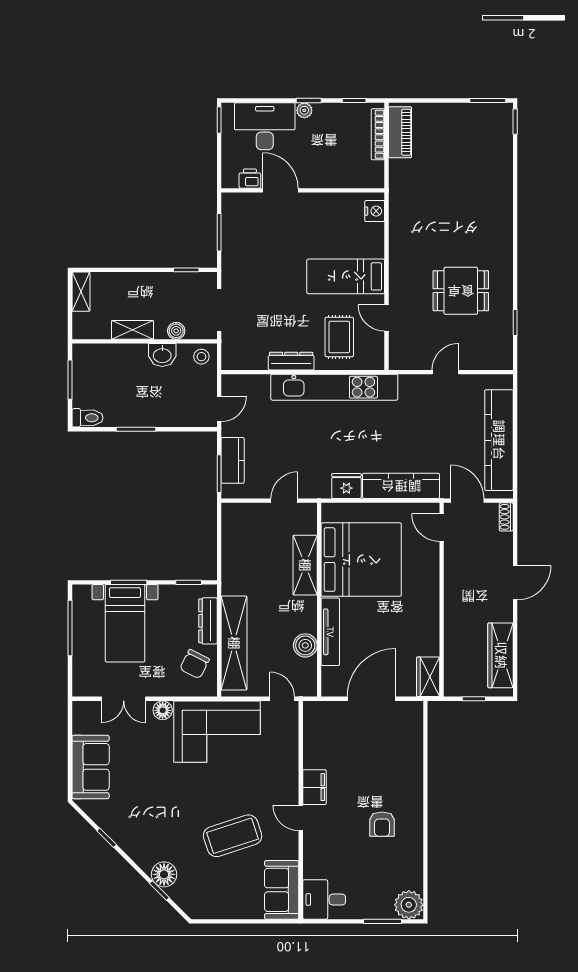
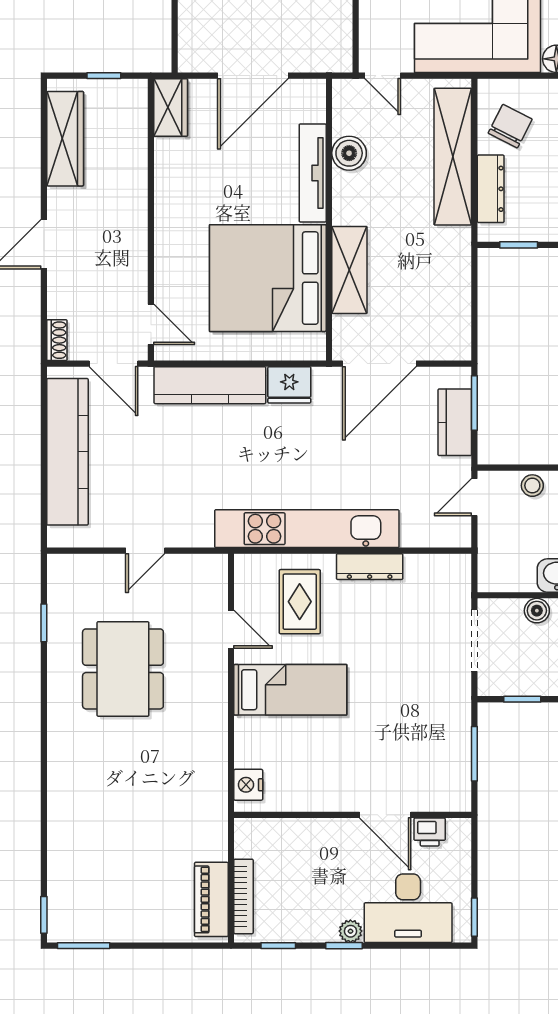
dining table: (461, 291) -> (123, 669), width x1.38
stool: (201, 357) -> (532, 486), moved
door: (284, 501) -> (379, 364), width x1.87

